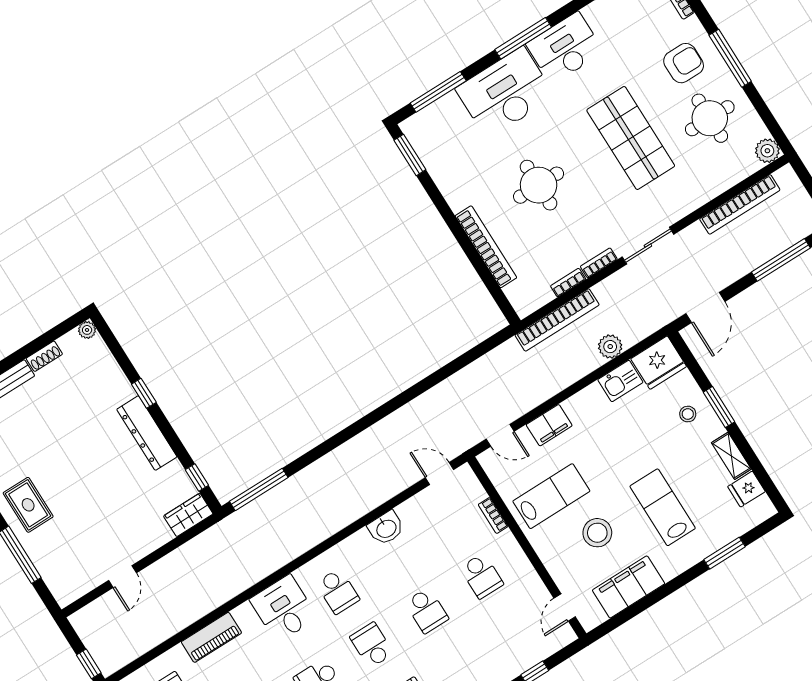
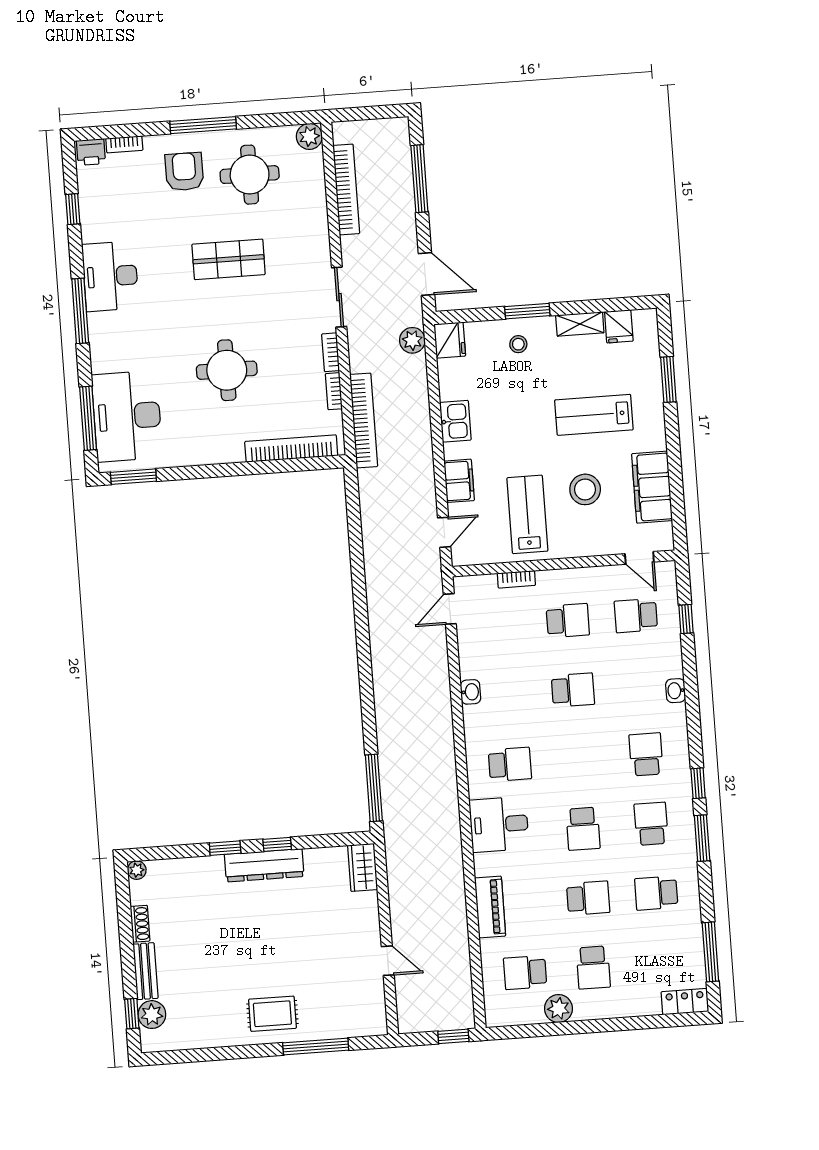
desk: (505, 93) -> (127, 416), moved
shop shelf: (631, 138) -> (229, 259), width x0.70, depth x0.74
bookcase: (486, 247) -> (291, 449), moved
plant: (610, 347) -> (412, 340), moved
fridge: (659, 363) -> (450, 340), width x0.73, depth x0.75
kitchen sink: (620, 381) -> (455, 421), moved
window: (197, 477) -> (277, 844), moved
washbasin: (386, 528) -> (471, 692), width x0.72, depth x0.69
school desk: (372, 645) -> (636, 616), moved

